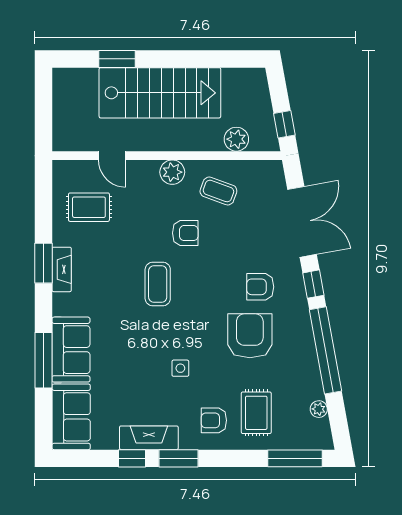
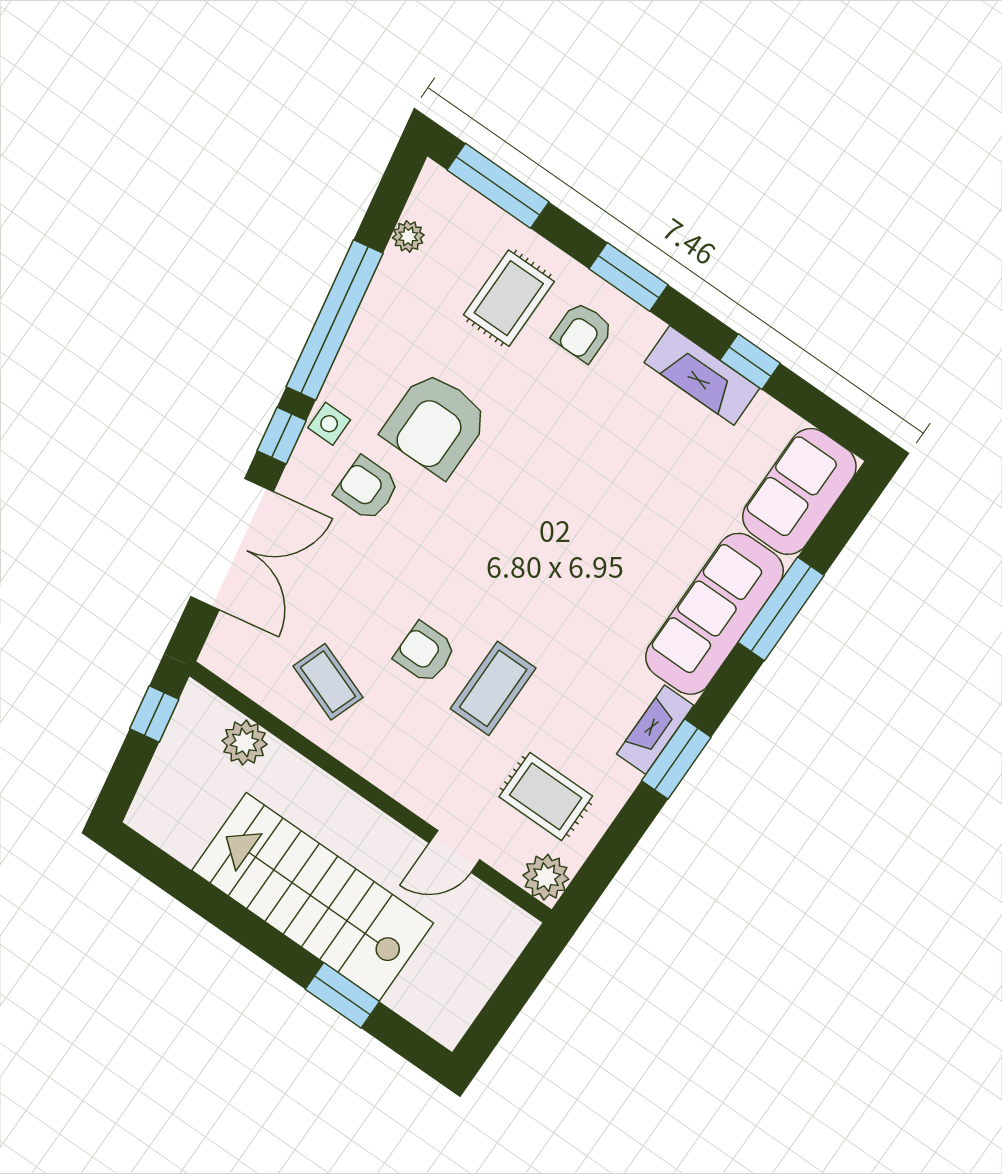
door: (112, 156) -> (455, 851), swing flipped
plant: (172, 172) -> (546, 877), moved
double door: (302, 222) -> (232, 544), swing flipped
coffee table: (158, 284) -> (493, 688), moved
armchair: (260, 287) -> (367, 489), turned 180
sofa: (71, 350) -> (714, 614), width x1.36
side table: (180, 368) -> (329, 424), moved
armchair: (214, 420) -> (583, 332), turned 90
window: (179, 458) -> (629, 277), moved

